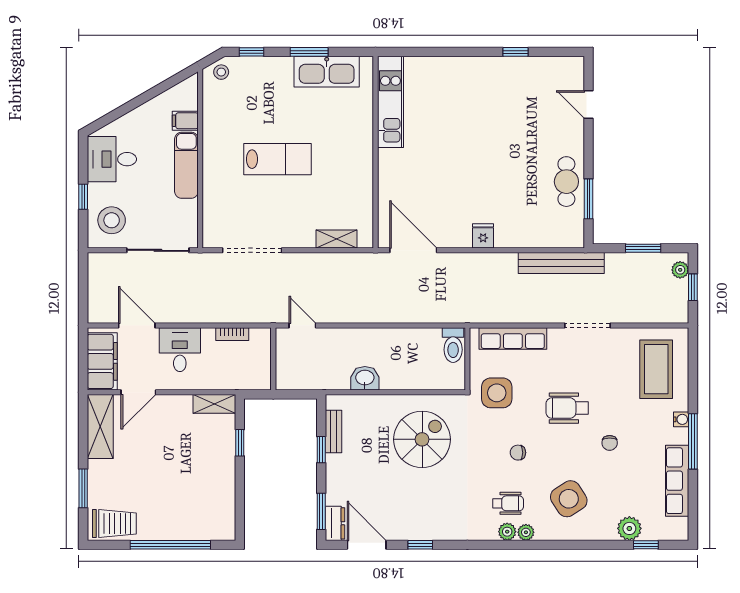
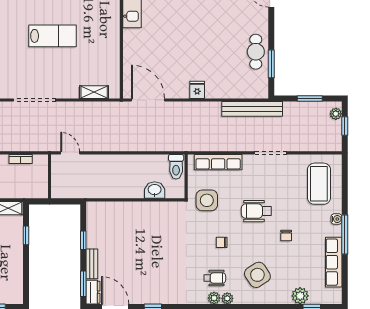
washbasin: (365, 378) -> (155, 190), moved
bench: (334, 431) -> (92, 264), moved
spiral stairs: (422, 439) -> (154, 233), removed

